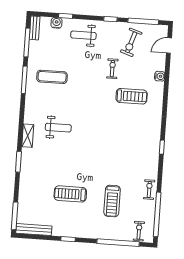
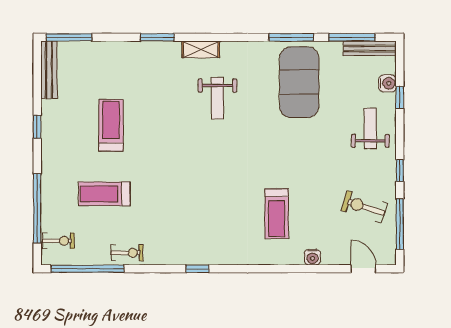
bench: (35, 28) -> (370, 48), width x1.36
exercise bike: (112, 69) -> (319, 179), removed
exercise mat: (52, 77) -> (299, 82), width x2.00, depth x1.45

